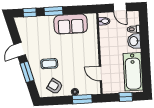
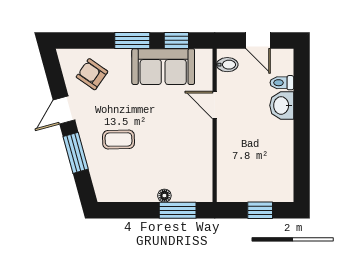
window: (30, 12) -> (176, 40), moved
bathtub: (133, 72) -> (277, 163), removed
door: (100, 74) -> (215, 105), moved
armchair: (55, 86) -> (92, 74), moved

